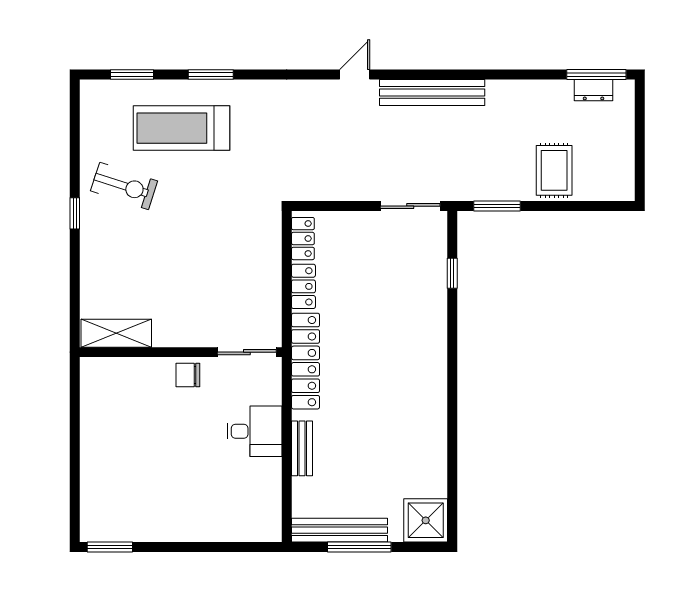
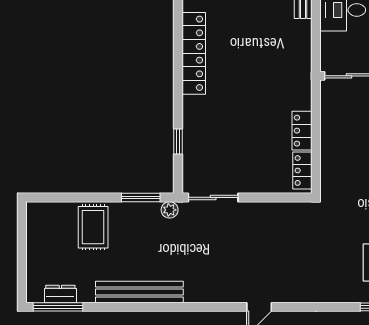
bench: (432, 92) -> (139, 292), moved
plant: (462, 191) -> (170, 210), added
locker: (305, 361) -> (194, 53), moved, turned 180

